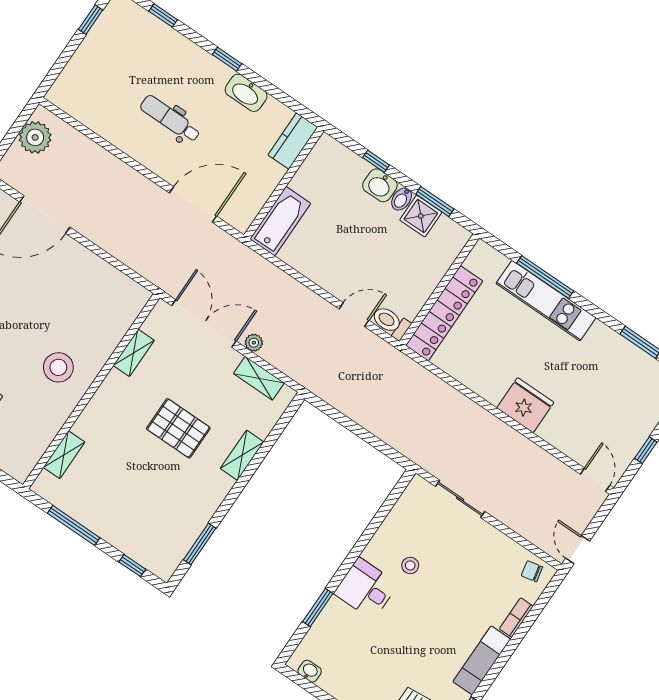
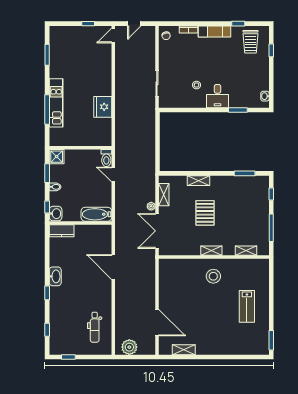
dental chair: (170, 119) -> (95, 327), moved
kitchen counter: (293, 141) -> (62, 231), moved
wall: (284, 183) -> (80, 223), moved
washbasin: (380, 185) -> (56, 214), moved
shower: (421, 216) -> (57, 157), moved
bathtub: (280, 221) -> (96, 214), moved
locker: (444, 313) -> (88, 139), removed
shelving: (134, 353) -> (211, 251), moved
fridge: (525, 405) -> (103, 107), moved
door: (578, 550) -> (134, 24), moved

